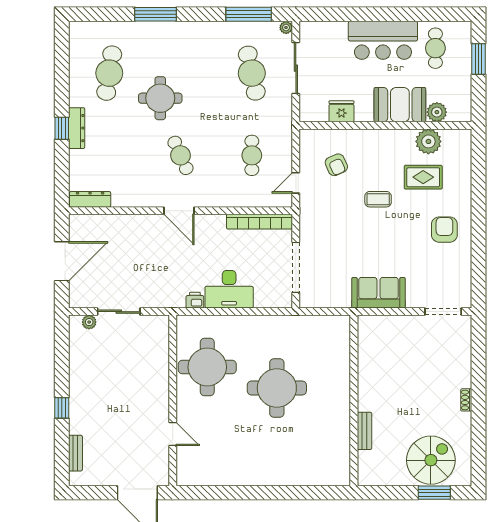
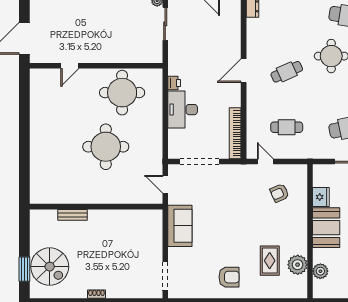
booth: (400, 105) -> (326, 228), moved
coffee table: (378, 199) -> (253, 225), removed
door: (325, 312) -> (165, 184), added

